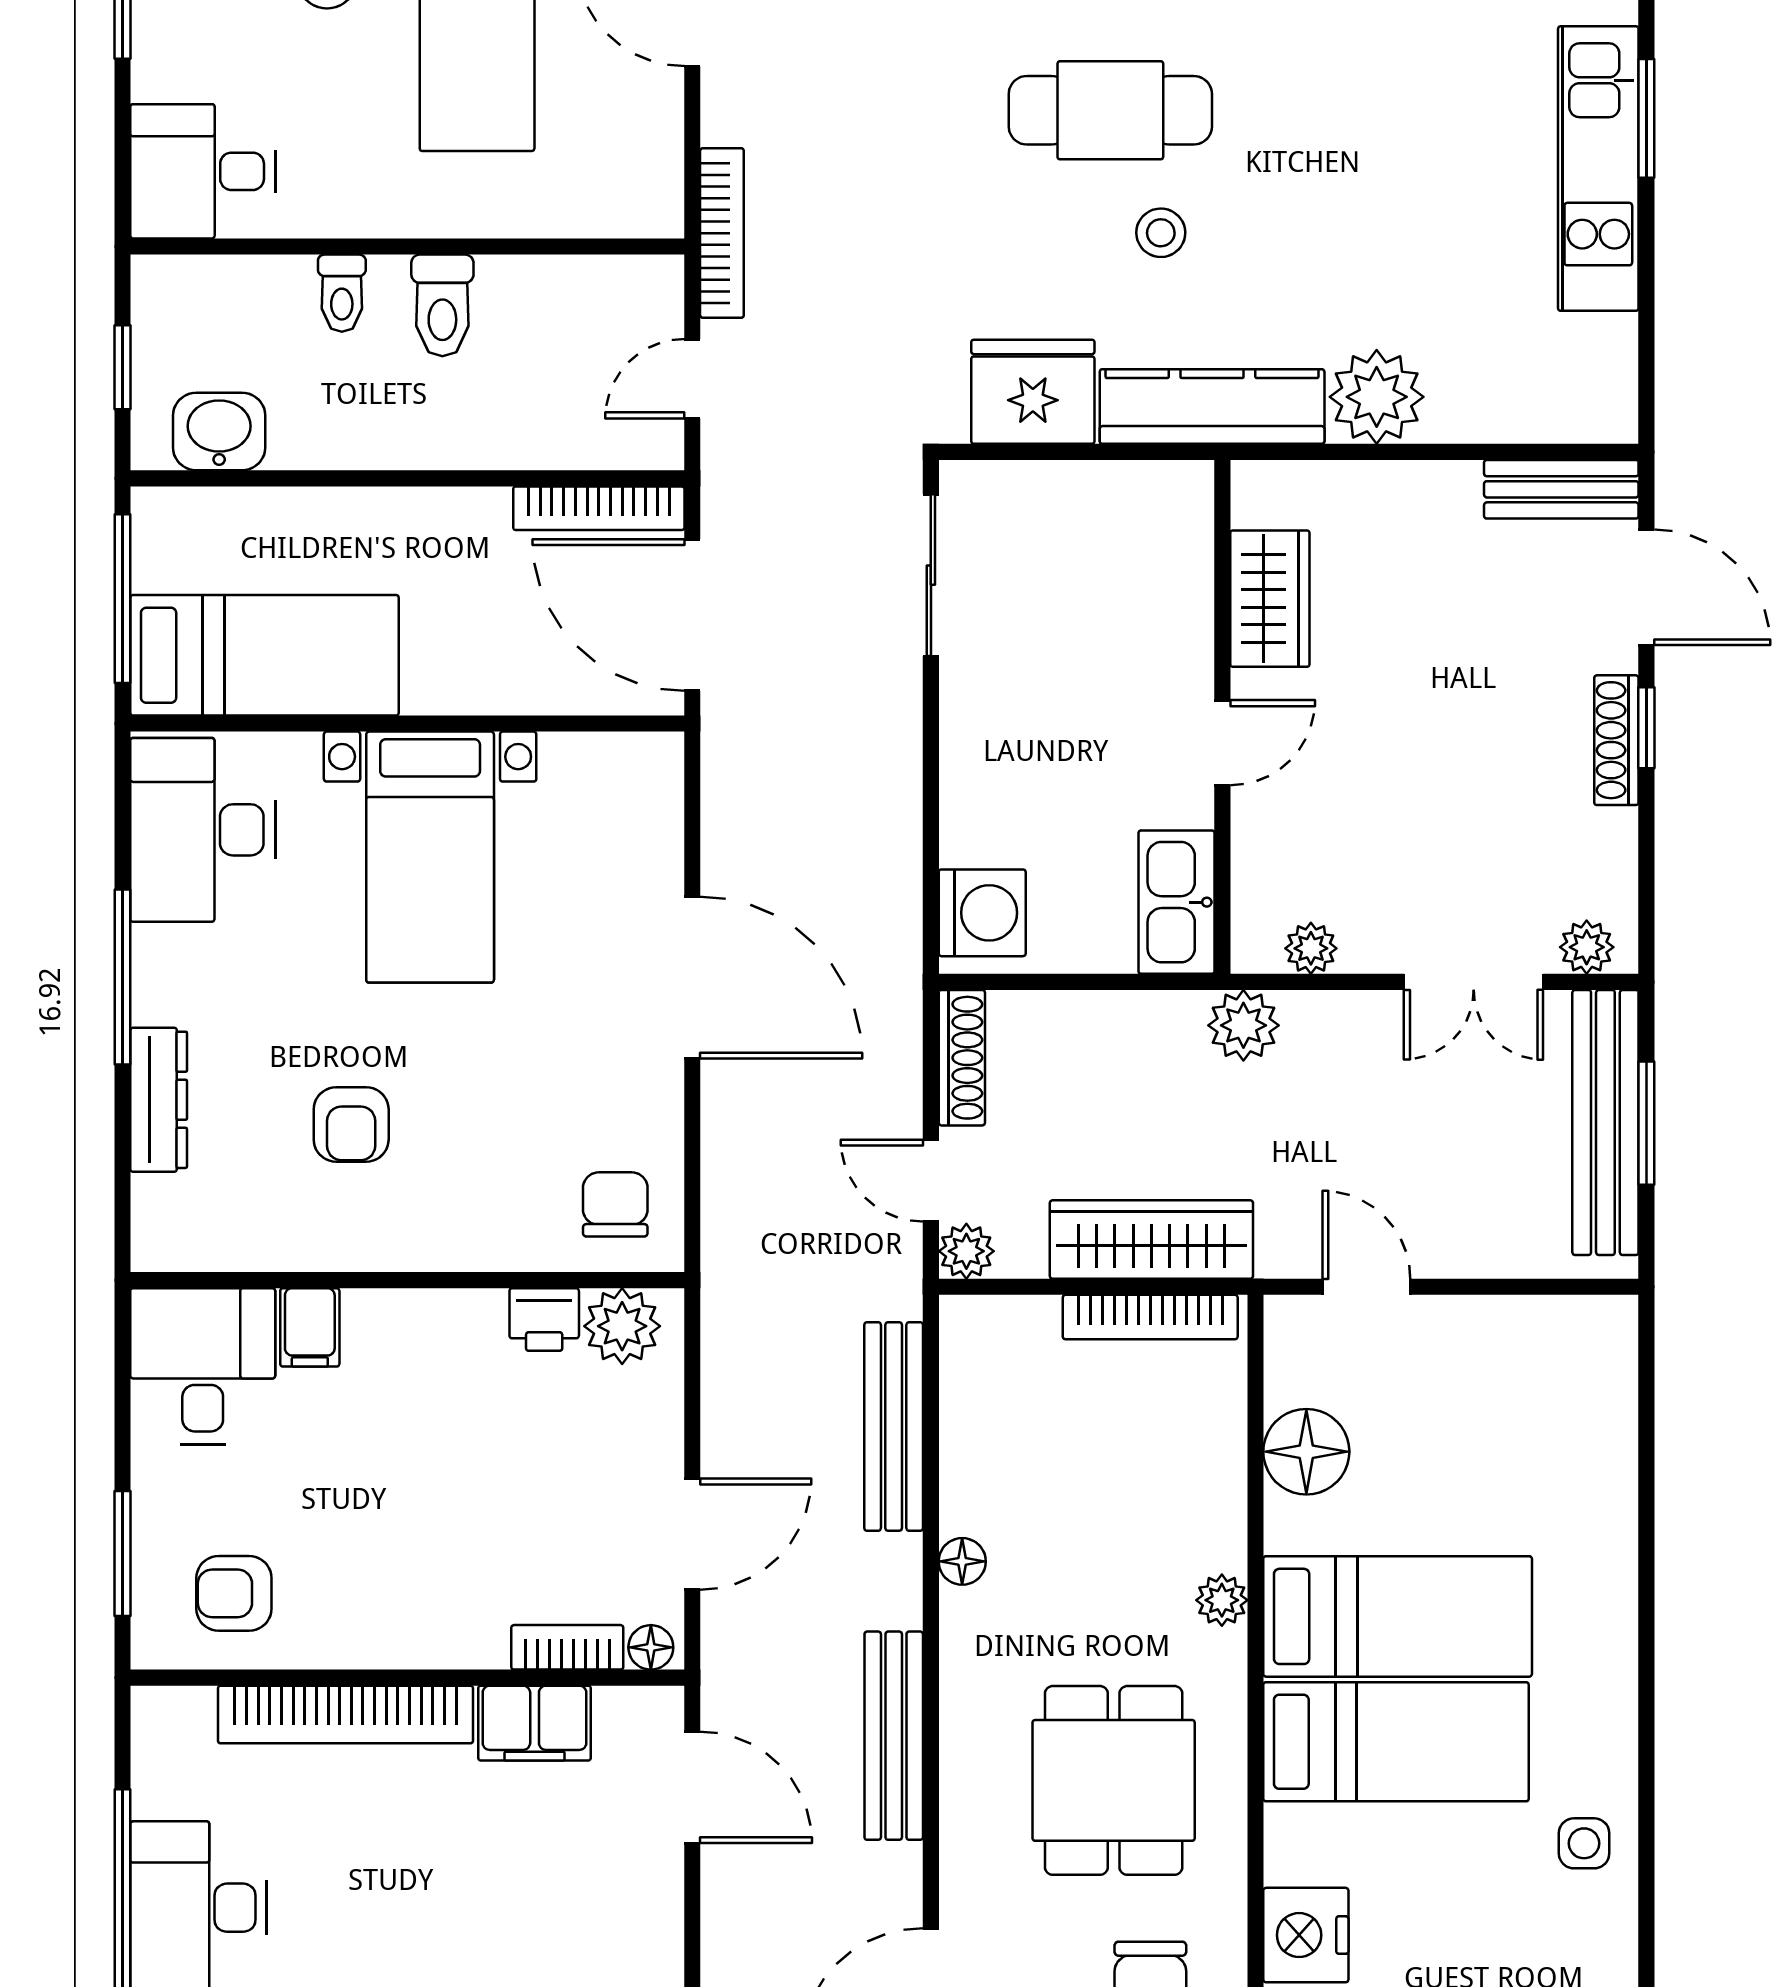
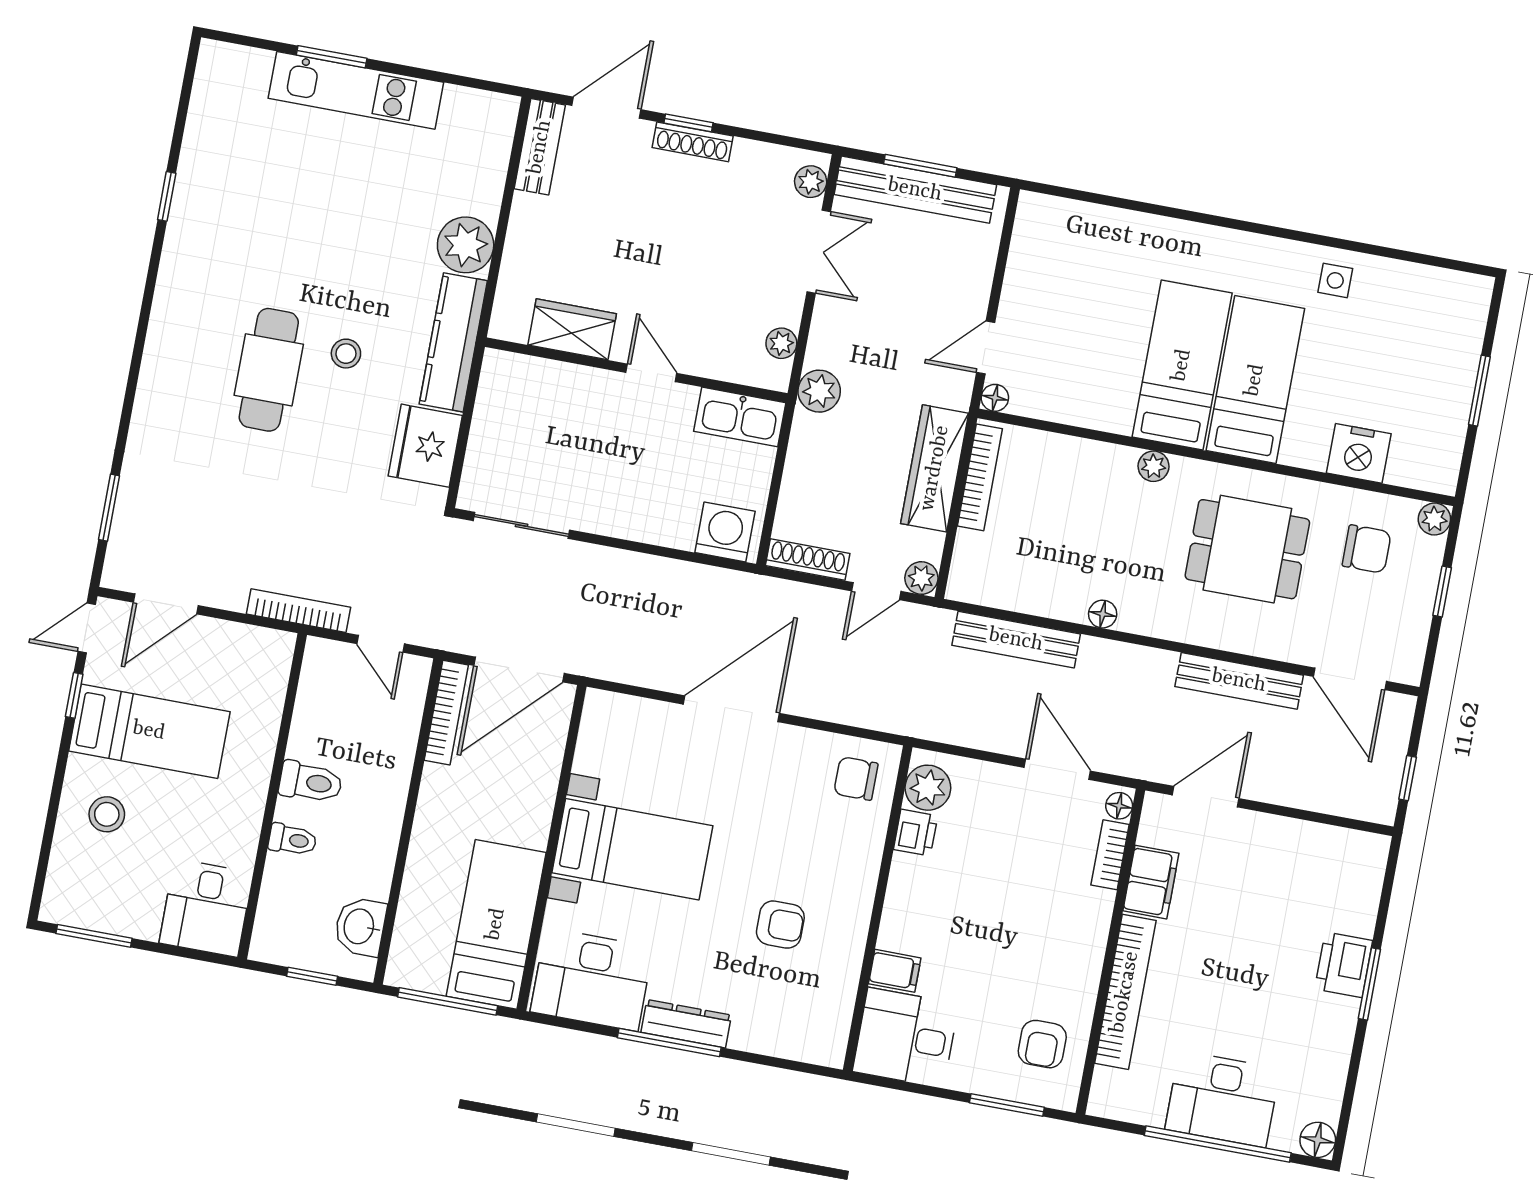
dresser: (159, 1100) -> (686, 1024), moved
floor lamp: (1306, 1452) -> (995, 398), moved, width x0.53, depth x0.53
bench: (894, 1736) -> (1239, 681), moved

